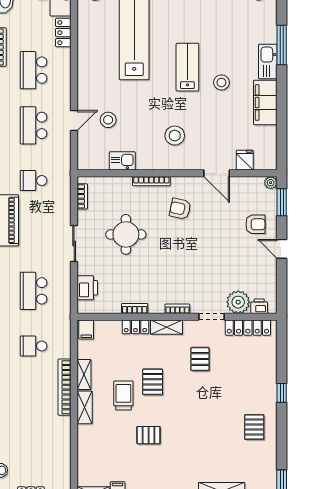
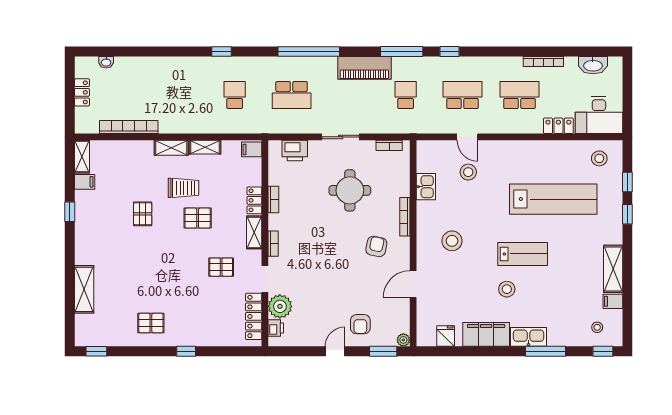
fridge: (245, 160) -> (446, 336), moved, turned -90
school desk: (34, 291) -> (292, 95), turned 180
bookcase: (65, 387) -> (129, 127), moved

